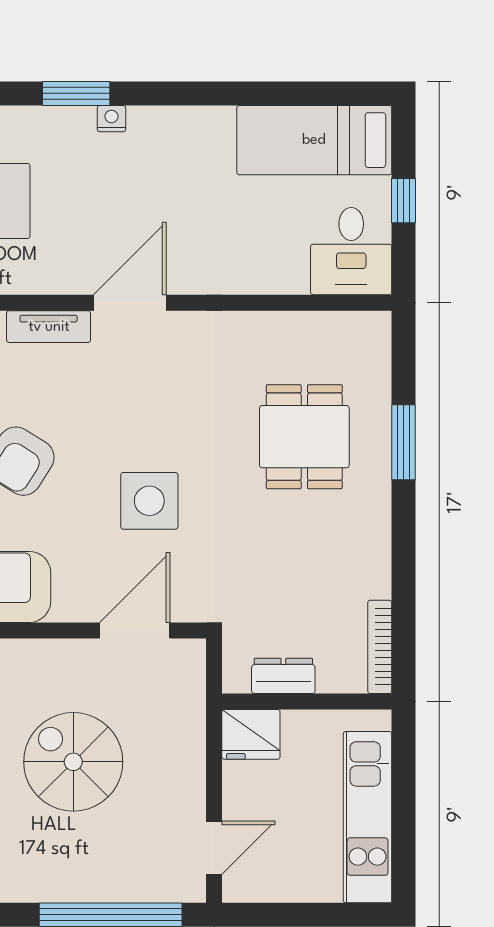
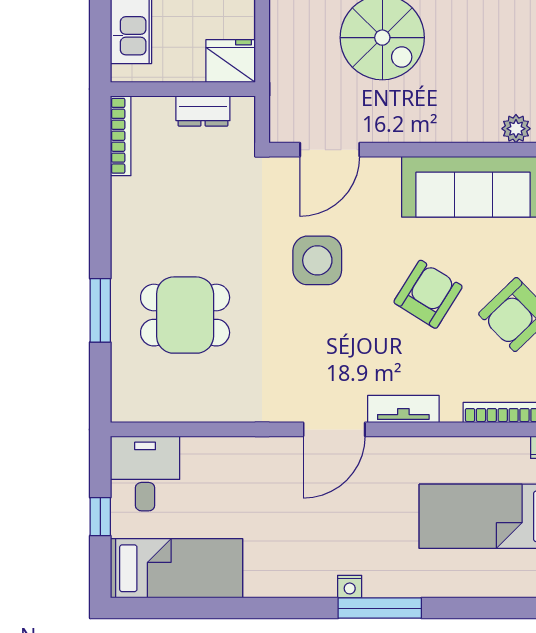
window: (76, 93) -> (380, 608), width x1.44
dining table: (304, 437) -> (185, 315), turned 90

